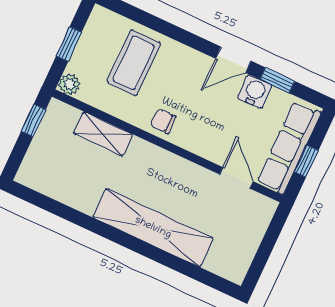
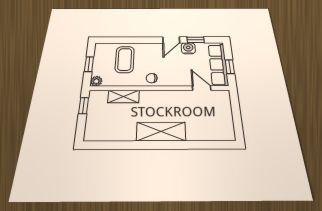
shelving: (153, 228) -> (161, 131), width x0.68

